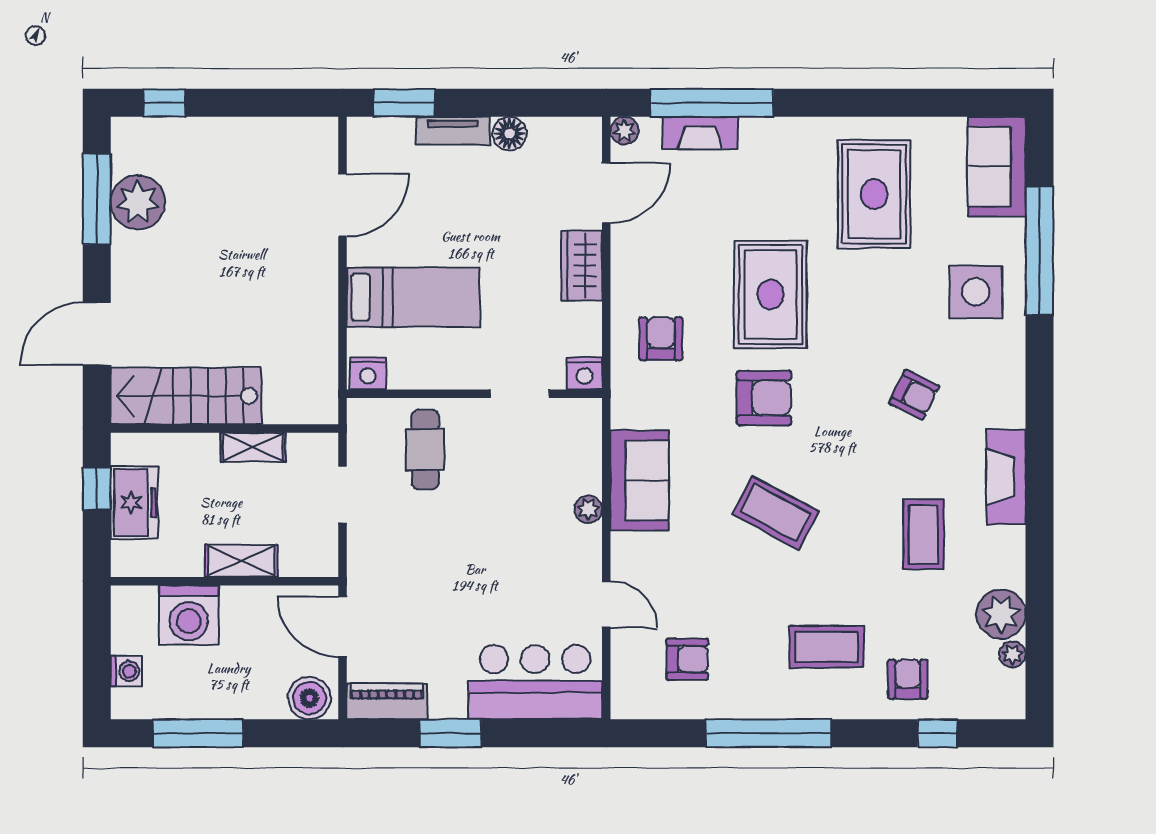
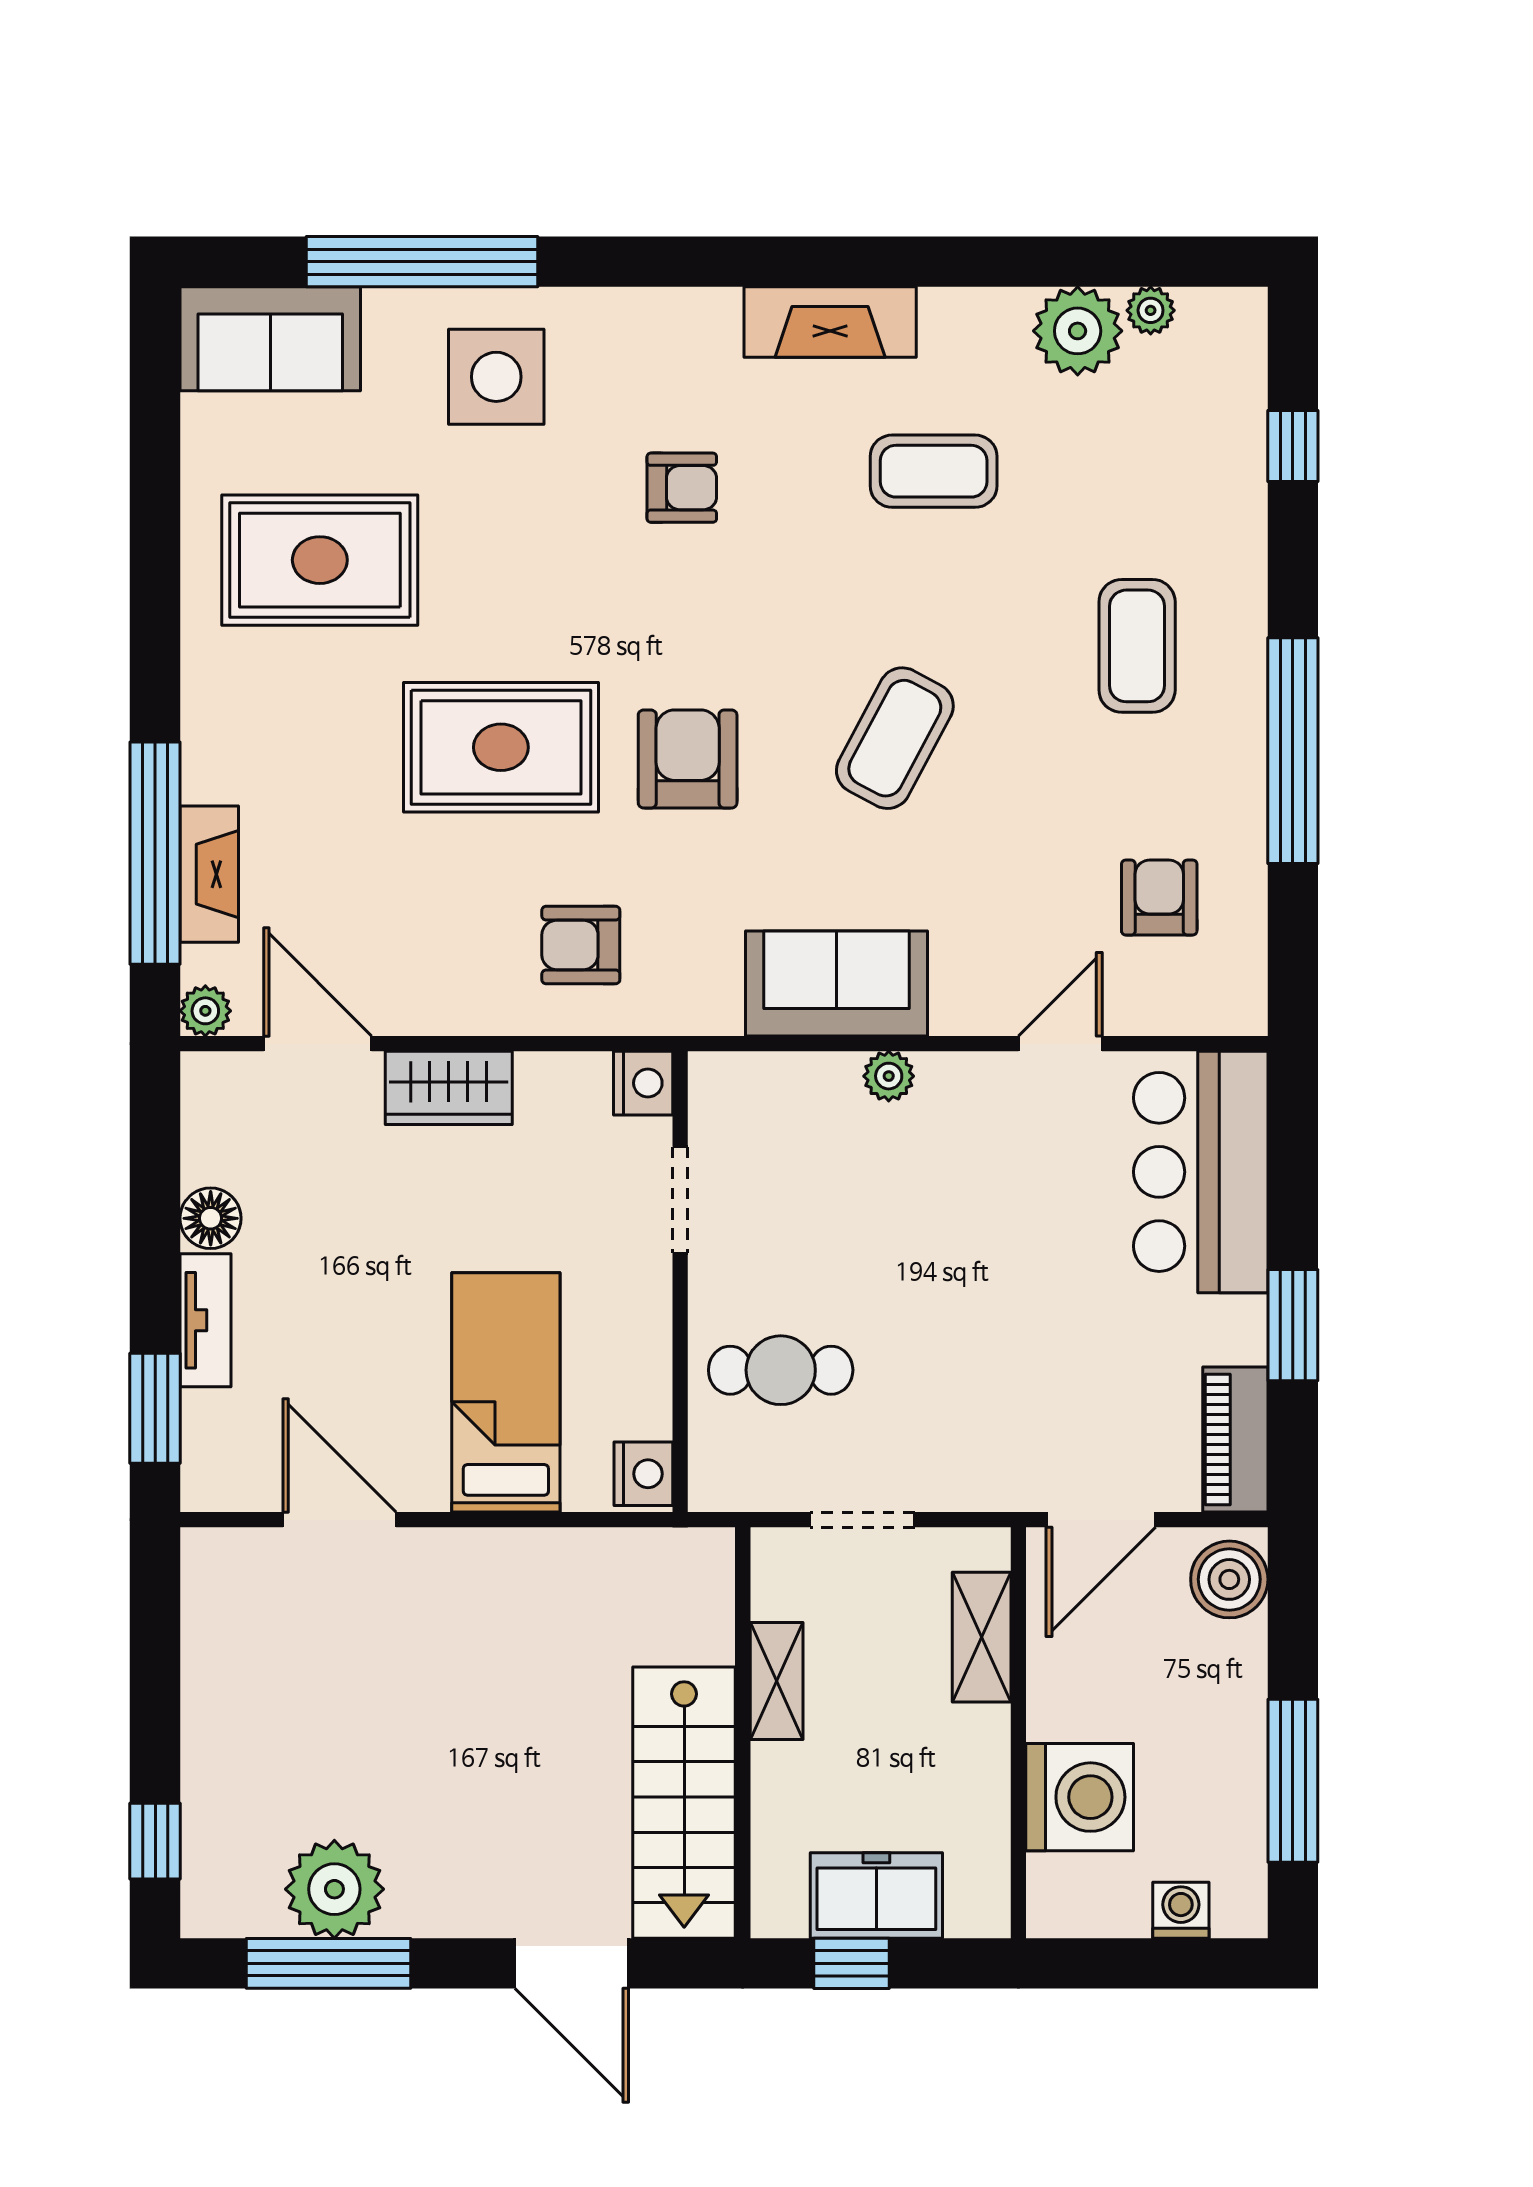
armchair: (914, 395) -> (682, 488), turned 64
shelving: (241, 561) -> (982, 1637), moved
armchair: (908, 679) -> (1195, 499), removed

